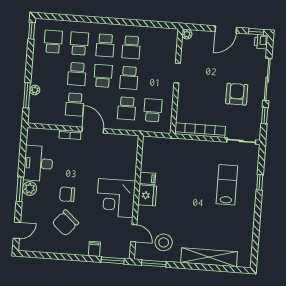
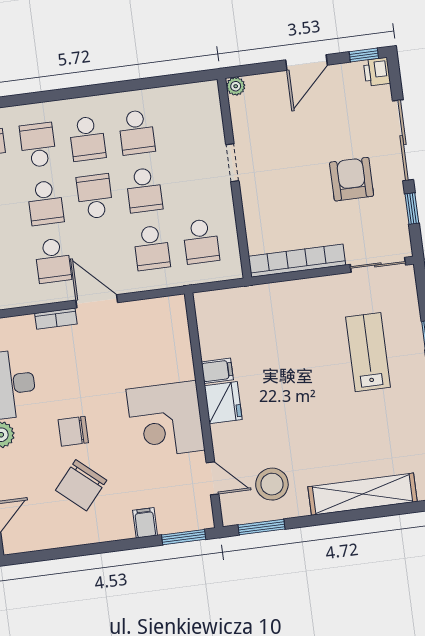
school desk: (153, 110) -> (201, 241), turned 180

